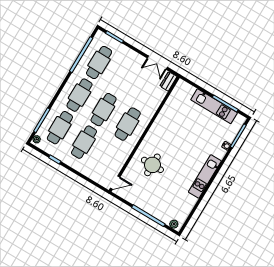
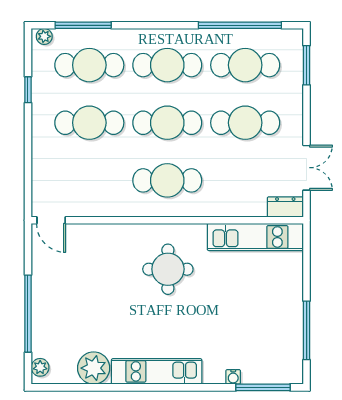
double door: (157, 63) -> (307, 168), swing flipped
cafe table: (123, 77) -> (245, 123), added
kitchen unit: (214, 106) -> (255, 237), moved, turned -90
round table: (152, 165) -> (168, 269), moved
plant: (188, 202) -> (94, 368), added

